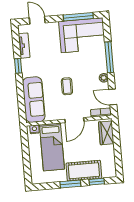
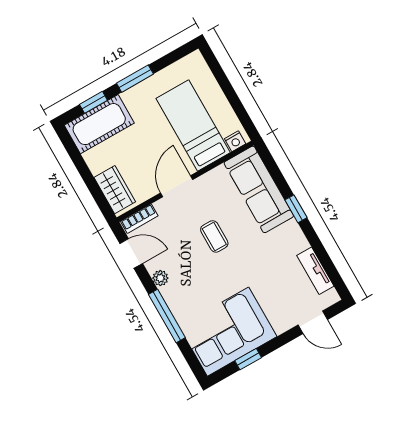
window: (78, 17) -> (248, 359), width x0.46
window: (18, 66) -> (296, 209), moved
cot: (84, 171) -> (99, 124), moved

